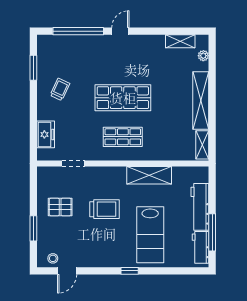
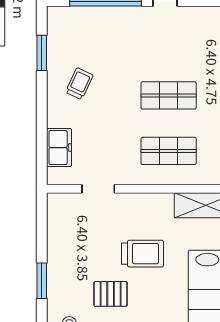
shop shelf: (123, 98) -> (169, 95), width x0.70, depth x0.74
pallet: (60, 207) -> (111, 294), moved

